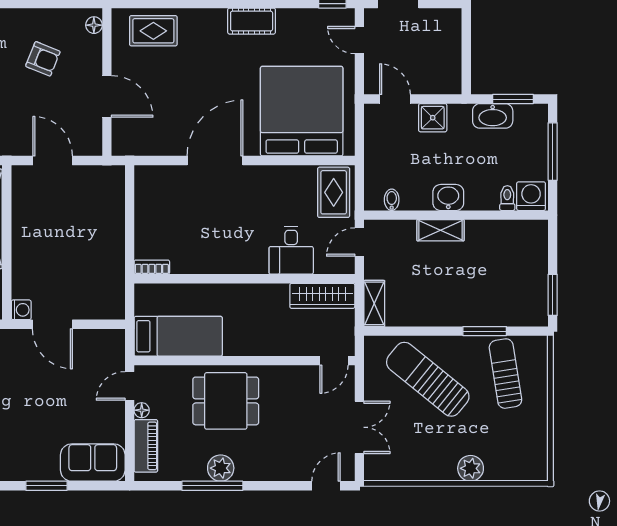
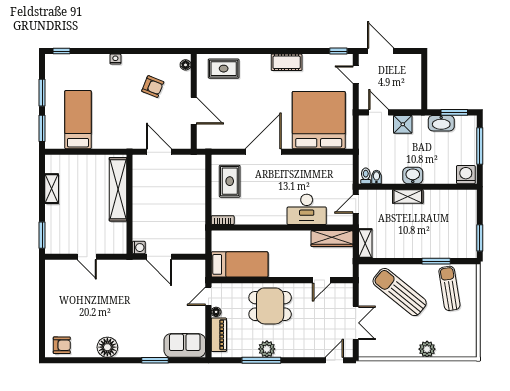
rug: (334, 192) -> (230, 181), moved
toilet: (507, 198) -> (366, 176), moved
desk: (291, 250) -> (307, 209), width x1.37
door: (334, 361) -> (322, 280), moved

